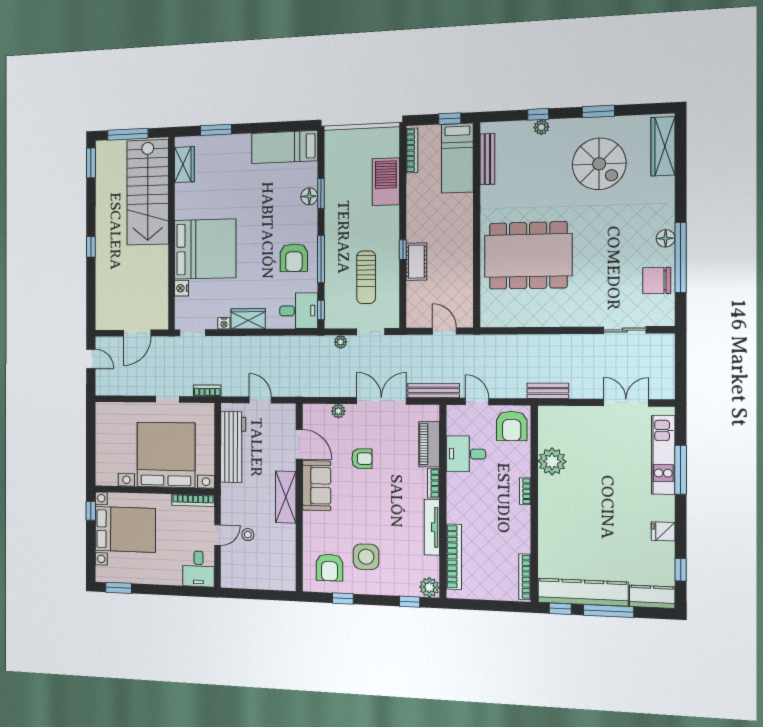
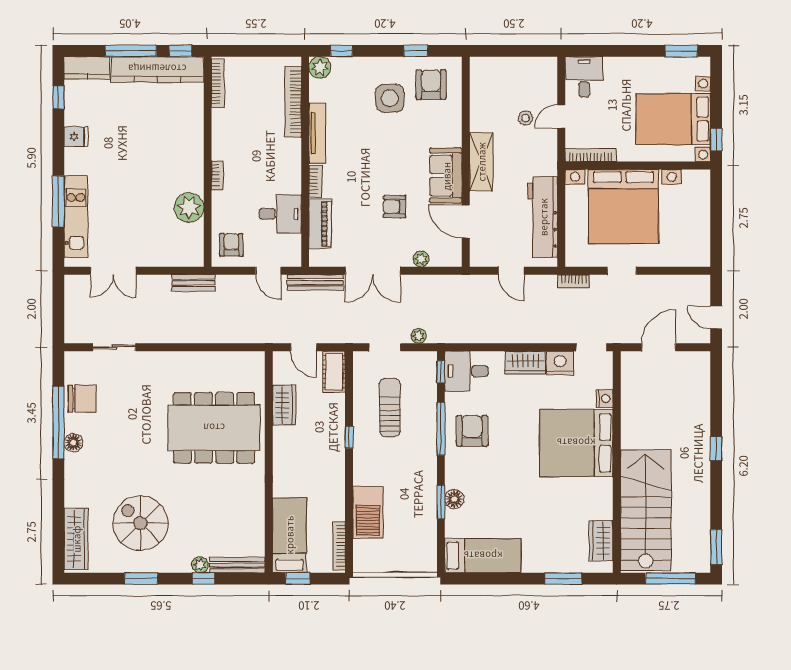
bench: (487, 159) -> (237, 565), moved, turned 90
cot: (416, 262) -> (334, 372), moved
wardrobe: (462, 278) -> (284, 405), added
nightstand: (224, 323) -> (560, 363), width x1.89, depth x1.79
armchair: (512, 426) -> (231, 245), width x0.72, depth x0.72

